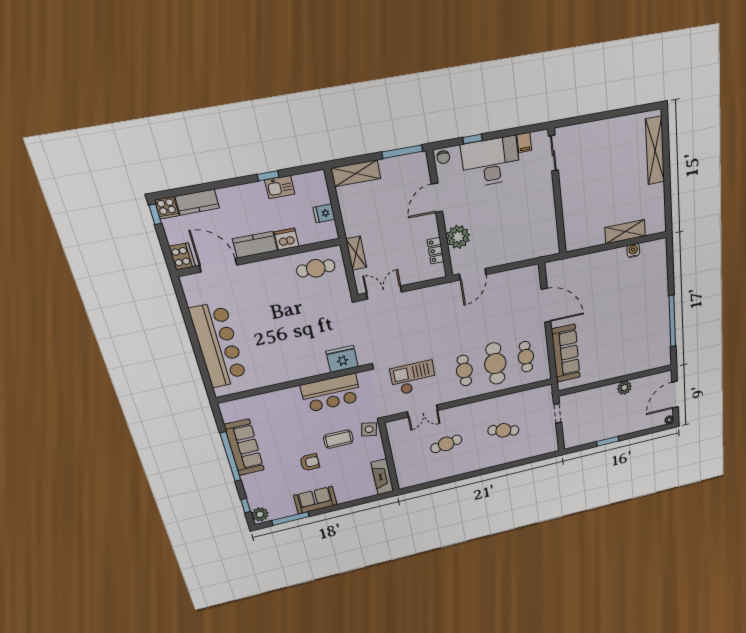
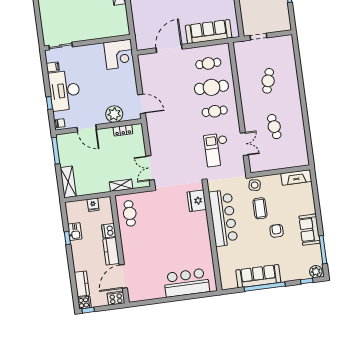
corner desk: (540, 239) -> (119, 54), added
bar counter: (218, 345) -> (187, 283), width x0.73
bar counter: (331, 393) -> (223, 218), width x1.36

